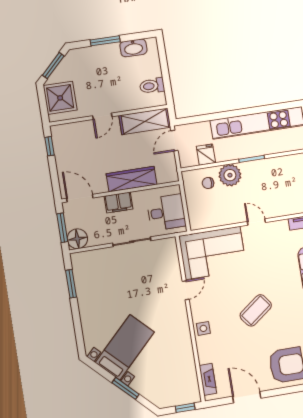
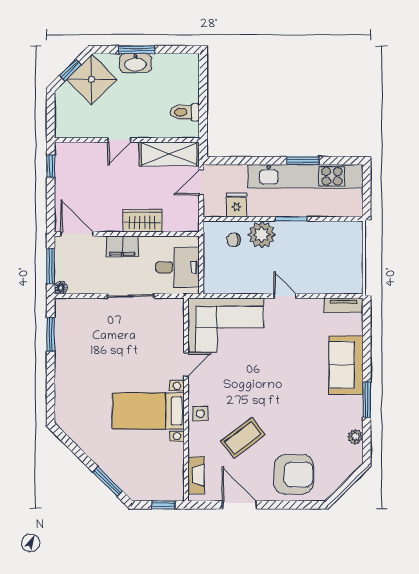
washbasin: (133, 48) -> (135, 63), moved
window: (53, 66) -> (70, 70), width x0.67
shower: (60, 98) -> (92, 79), moved, turned 45
window: (253, 111) -> (303, 161), added
wardrobe: (132, 179) -> (142, 221), width x0.67
floor lamp: (77, 239) -> (61, 288), width x0.53, depth x0.53
coffee table: (256, 310) -> (243, 438), moved
bed with nightstands: (125, 347) -> (148, 411), moved, turned -135
window: (126, 388) -> (108, 481), moved

